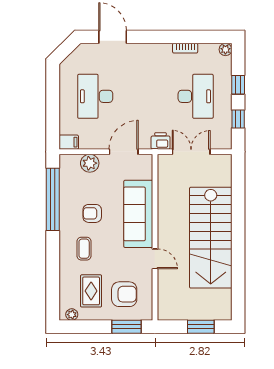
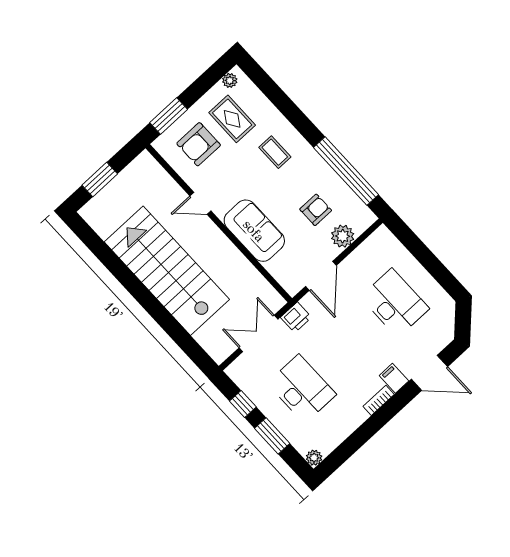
bookcase: (185, 48) -> (379, 400), moved
window: (238, 85) -> (272, 436), width x1.50
desk: (196, 96) -> (302, 389), turned 180
filing cabinet: (69, 142) -> (394, 378), moved, turned 90
double door: (191, 152) -> (258, 333), swing flipped
armchair: (92, 213) -> (316, 210), moved
sofa: (138, 214) -> (254, 231), width x0.73

